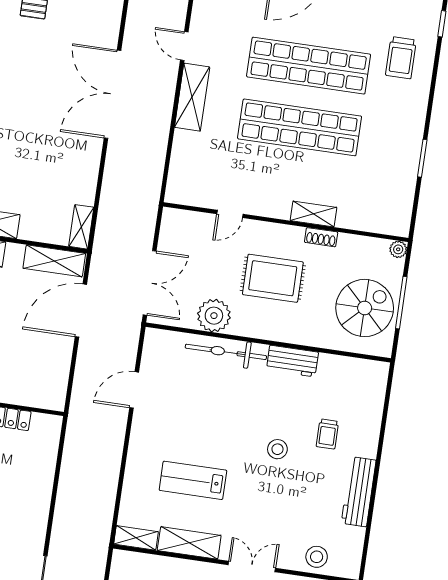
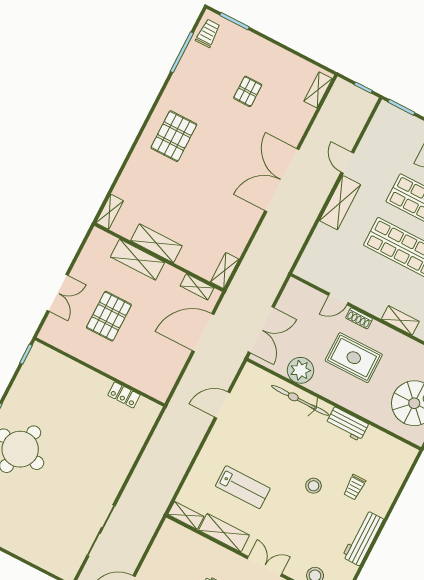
shoe rack: (321, 237) -> (359, 318), moved
shelving: (54, 261) -> (197, 287), width x0.67, depth x0.75
lab bench: (193, 480) -> (243, 487), turned 180

